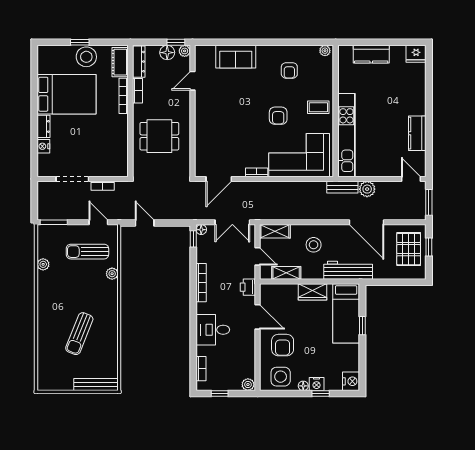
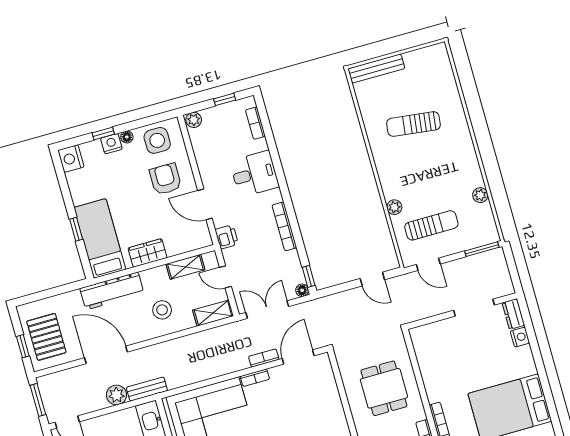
dresser: (43, 126) -> (513, 314), moved
dining table: (159, 136) -> (384, 388), turned 90
bookcase: (103, 186) -> (264, 358), moved
sun lounger: (79, 334) -> (413, 124), turned -105

